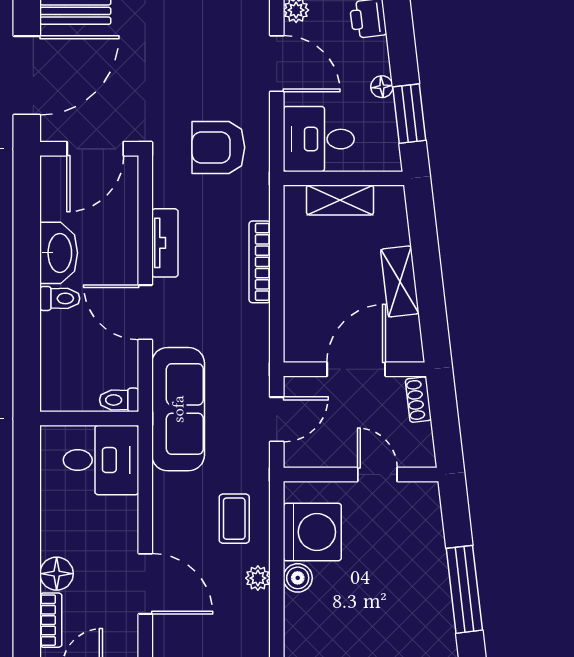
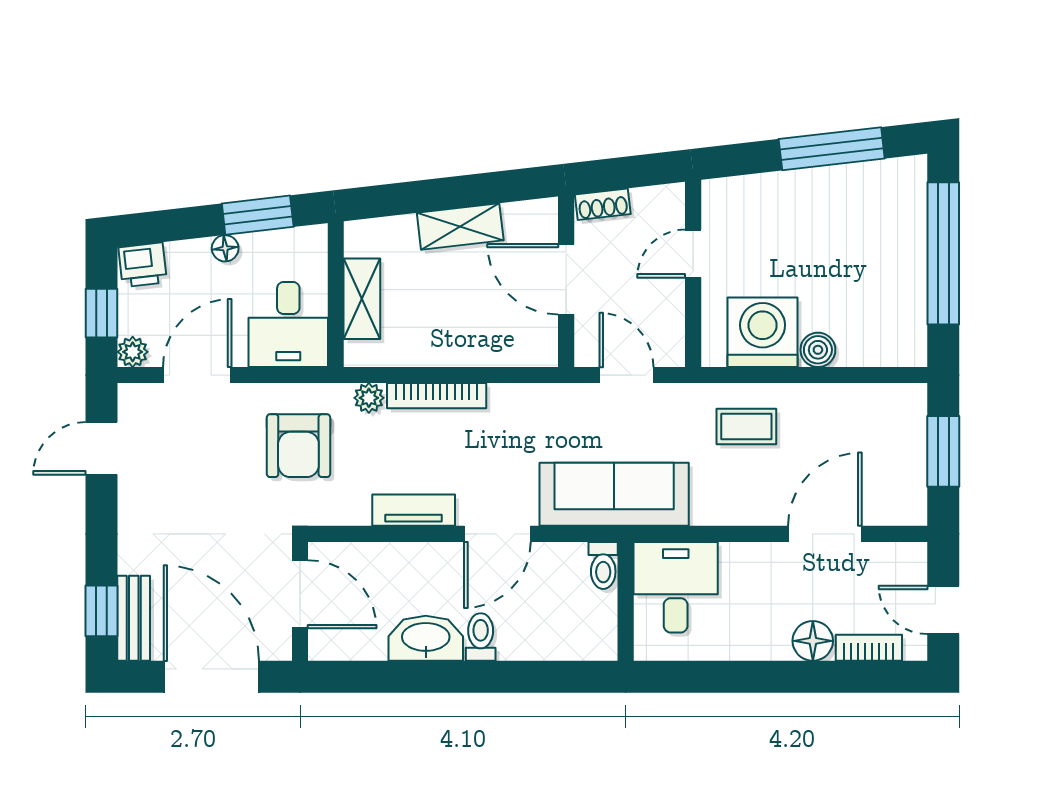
plant: (258, 578) -> (369, 398), moved

